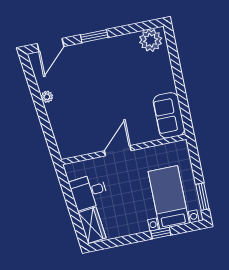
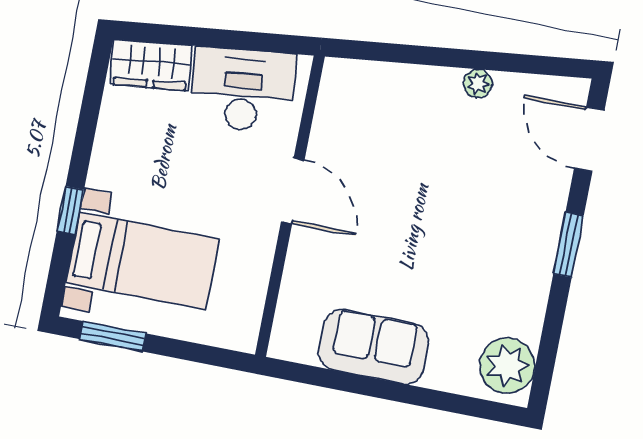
sofa: (169, 115) -> (374, 347), moved
desk: (89, 192) -> (243, 90), width x1.37

